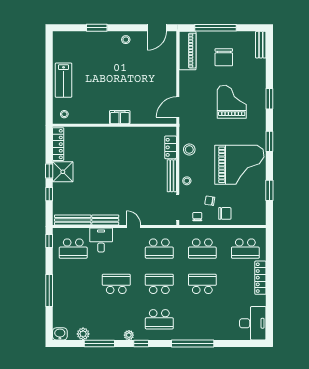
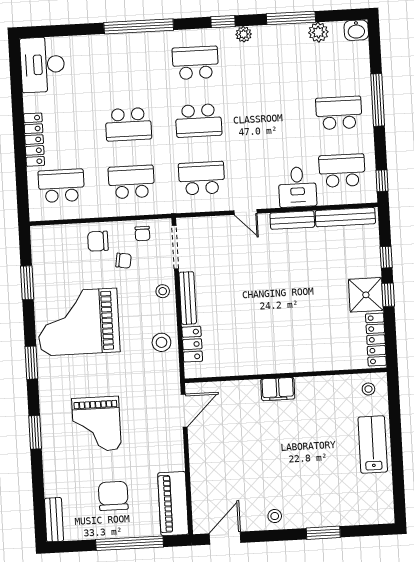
school desk: (116, 284) -> (339, 113), moved, turned 180

